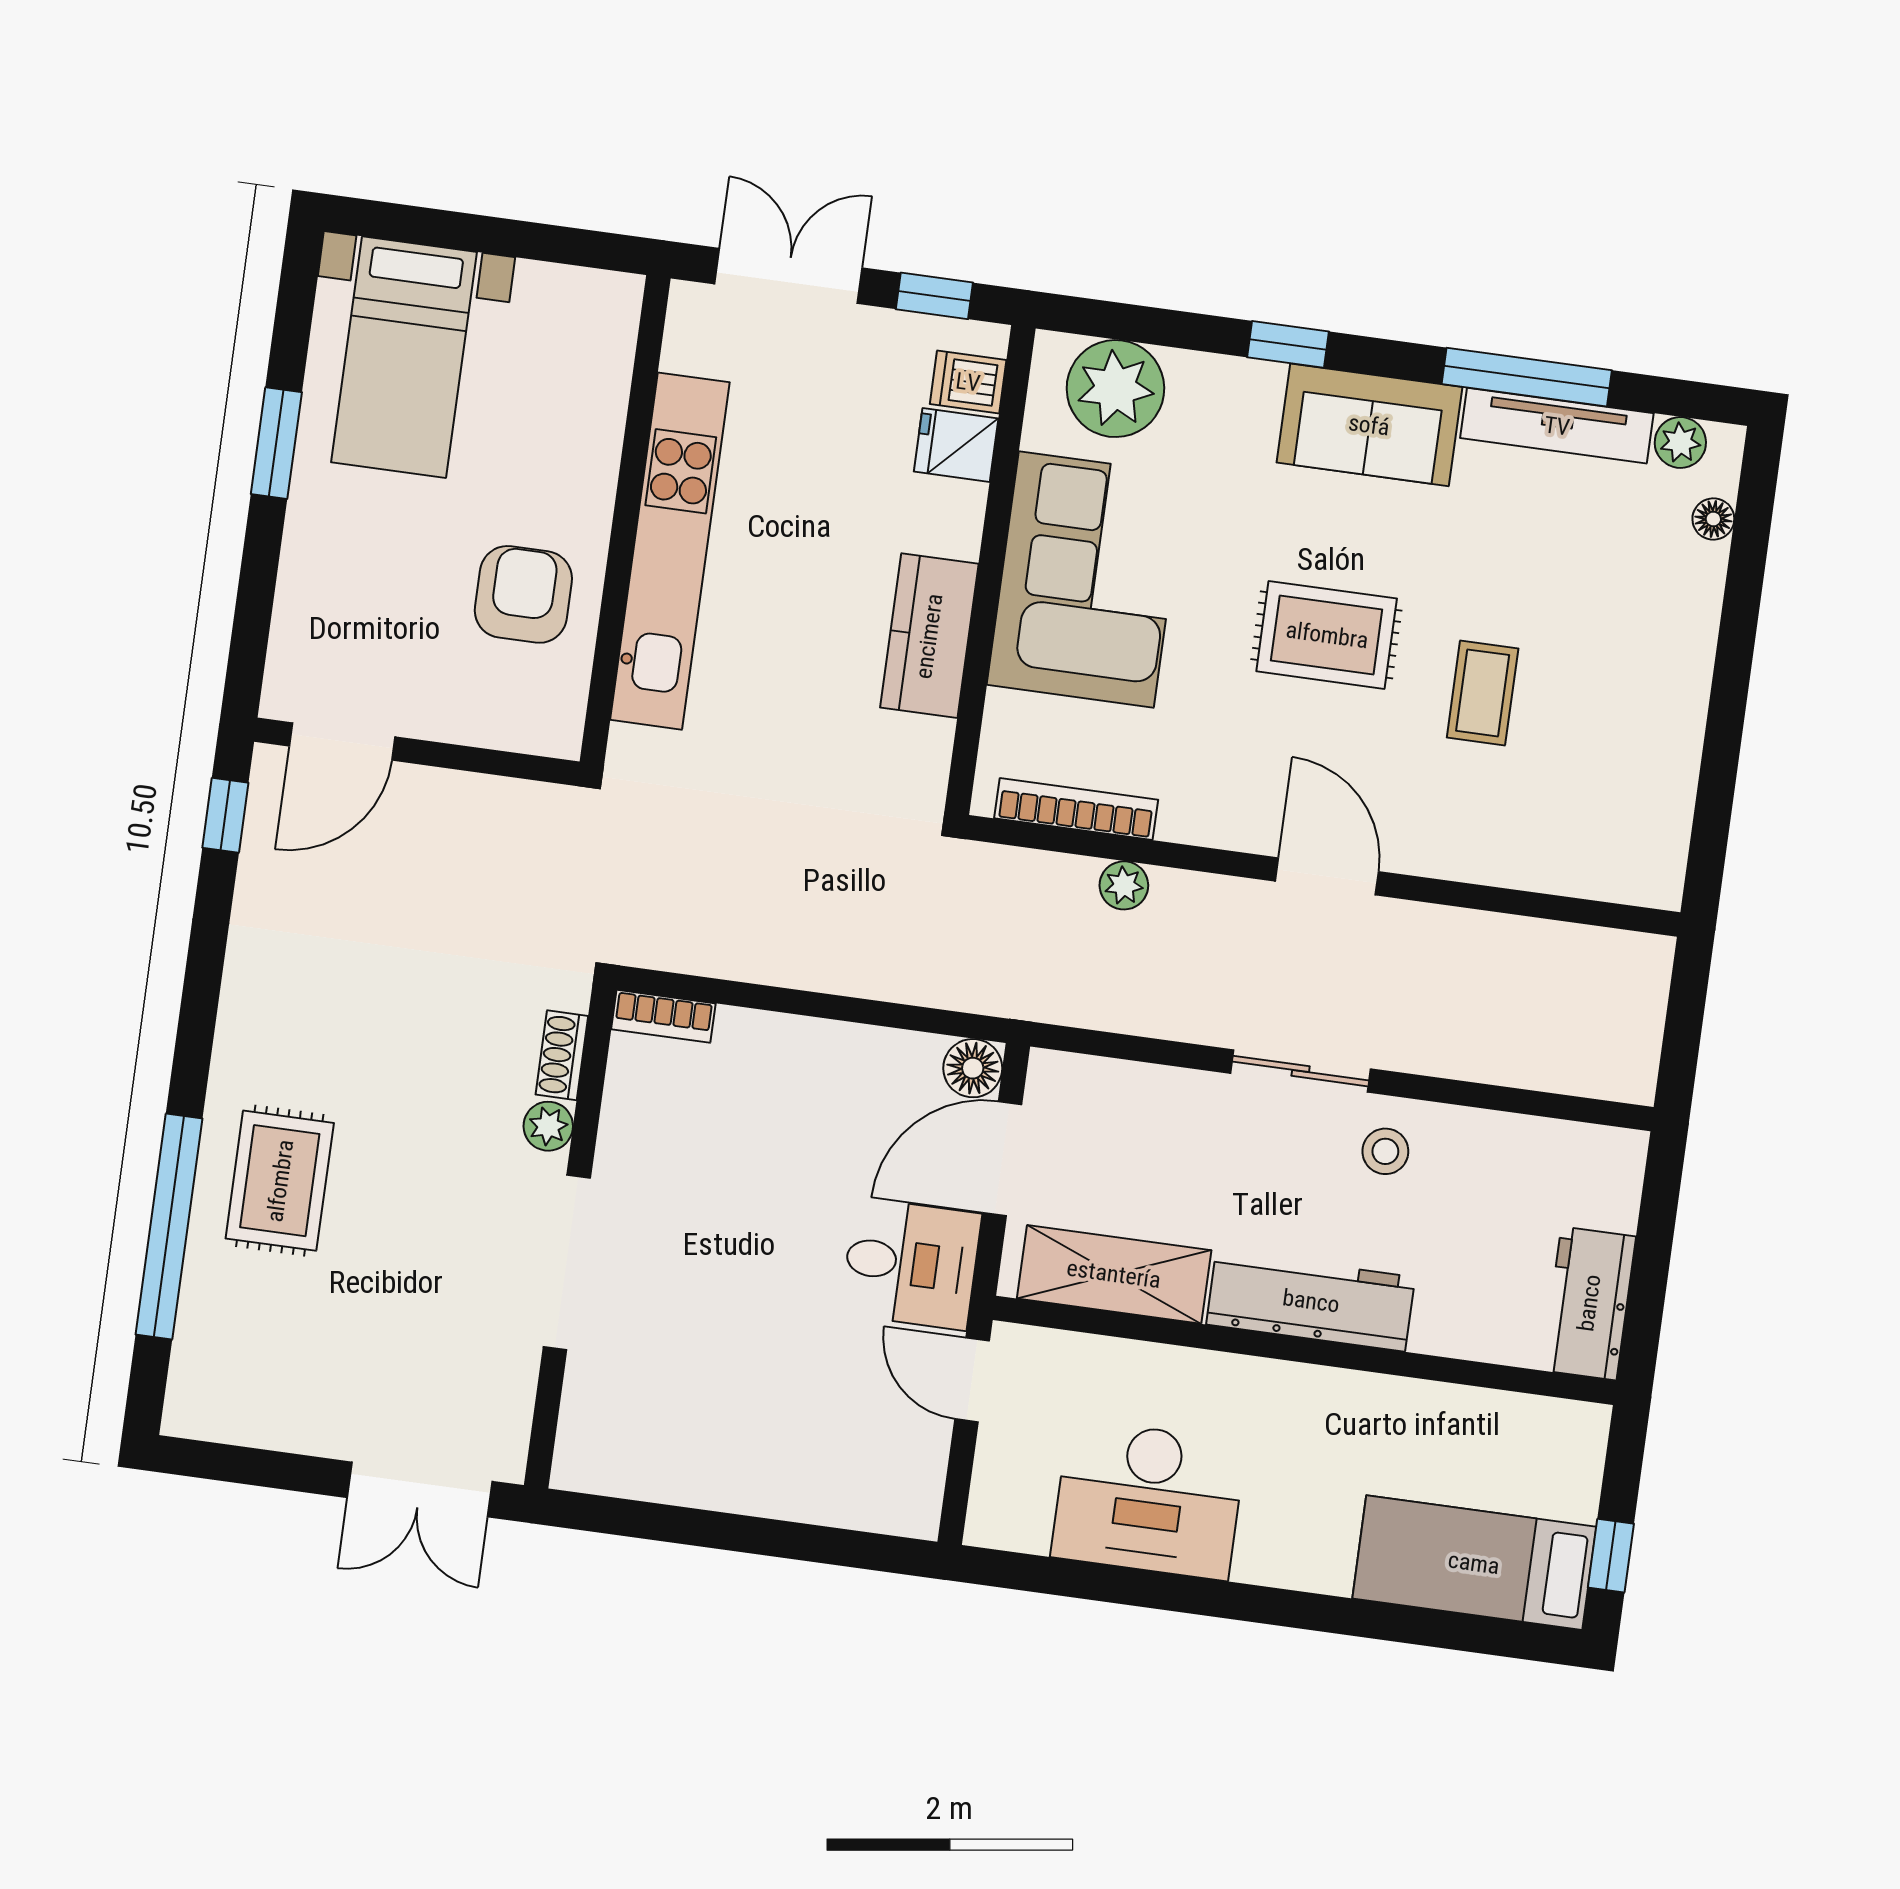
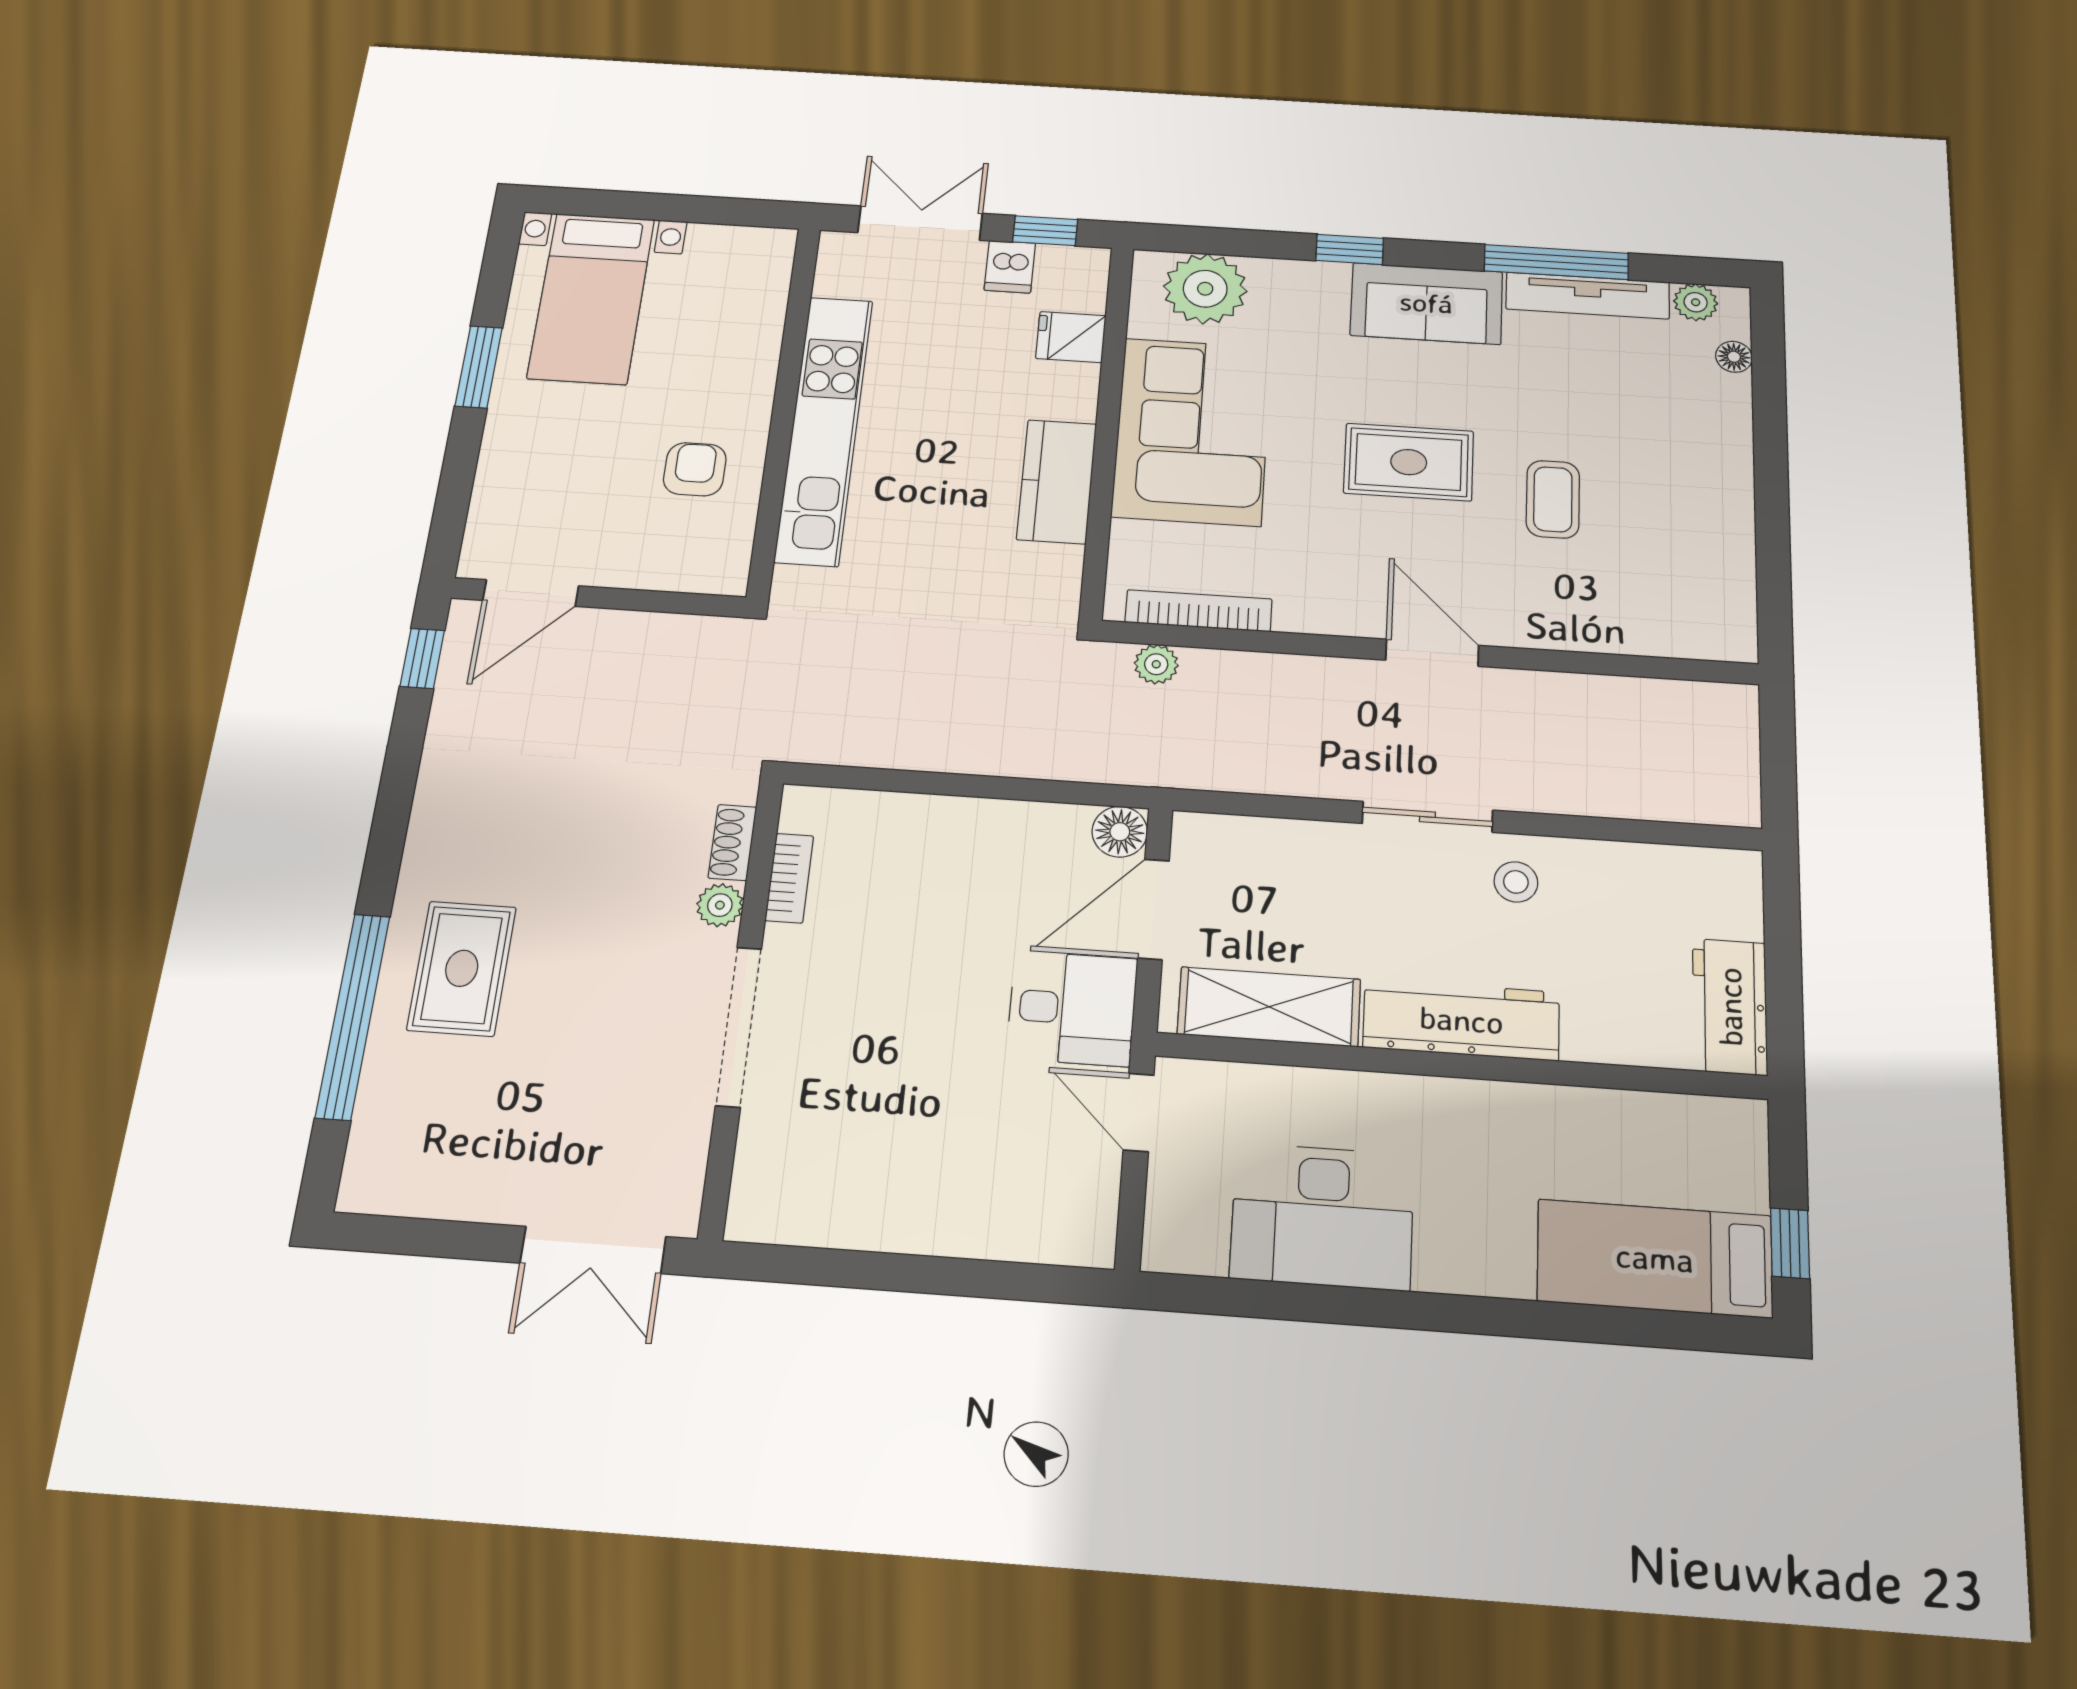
dishwasher: (968, 382) -> (1010, 267), moved, turned -90
armchair: (523, 594) -> (695, 469), width x0.72, depth x0.72
plant: (1124, 885) -> (1156, 664), moved
bookcase: (663, 1016) -> (789, 878), moved, turned -90

